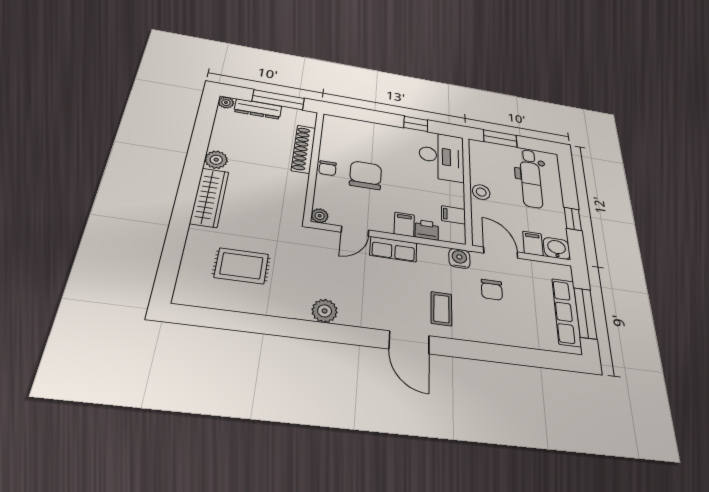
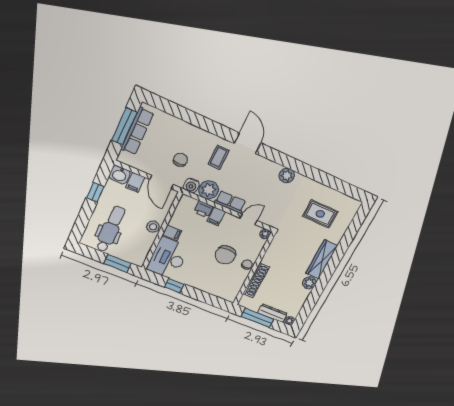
filing cabinet: (453, 215) -> (172, 233), moved
plant: (433, 258) -> (209, 190), added

